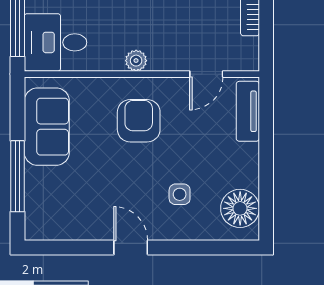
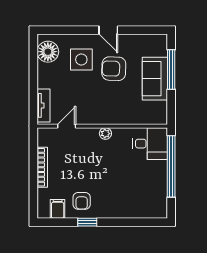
armchair: (139, 121) -> (114, 69), moved, turned 92
sofa: (47, 127) -> (155, 79), moved
side table: (180, 194) -> (81, 59), width x1.87, depth x1.87

